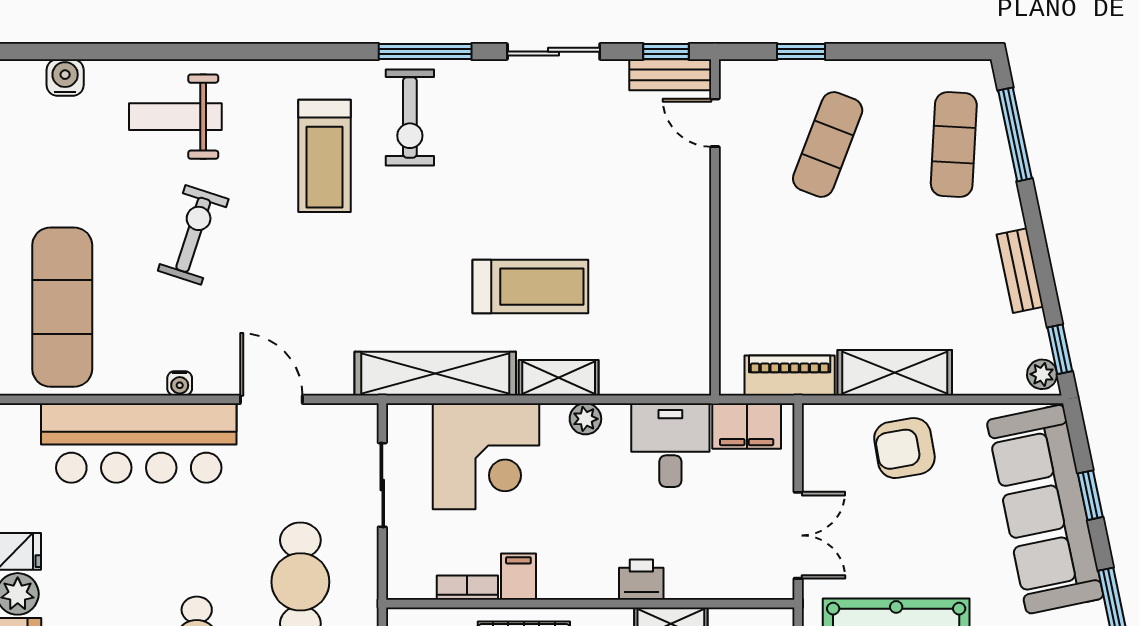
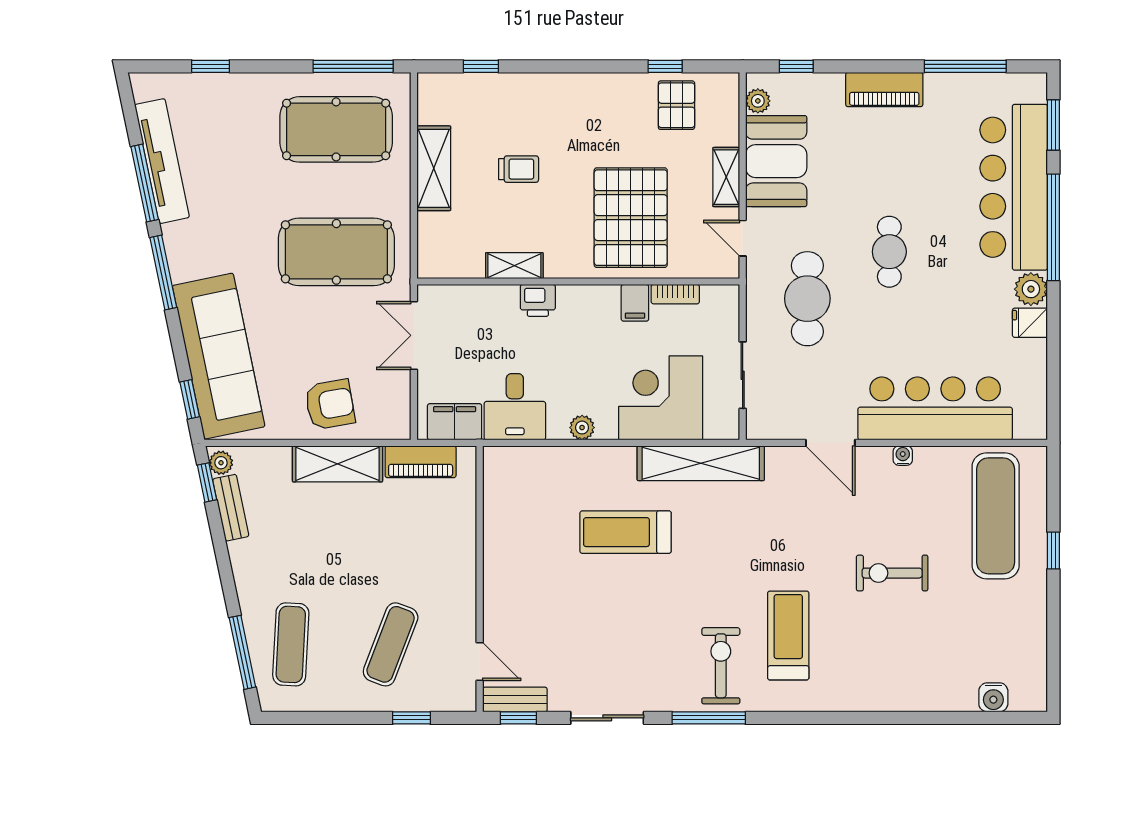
weight bench: (175, 117) -> (906, 666), removed
exercise bike: (193, 235) -> (892, 573), turned 72
bench: (1020, 271) -> (231, 508), moved
shelving: (559, 378) -> (603, 460), removed
window: (1090, 495) -> (190, 399), moved

